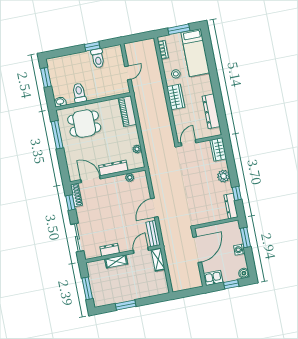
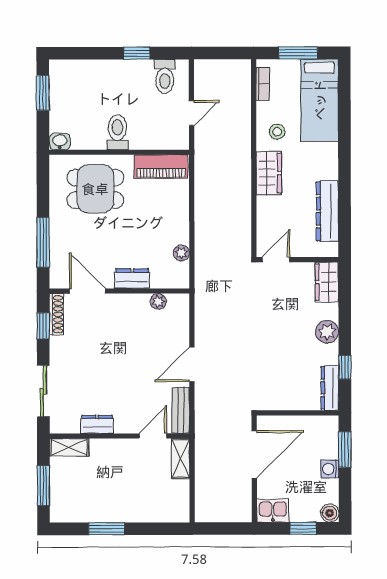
toilet: (98, 58) -> (165, 76), moved
toilet: (79, 93) -> (117, 132), moved
piano: (127, 111) -> (161, 167), moved, turned -90
window: (57, 135) -> (43, 242), moved
dresser: (113, 168) -> (132, 279), width x0.70
shelving: (116, 261) -> (69, 447), moved

